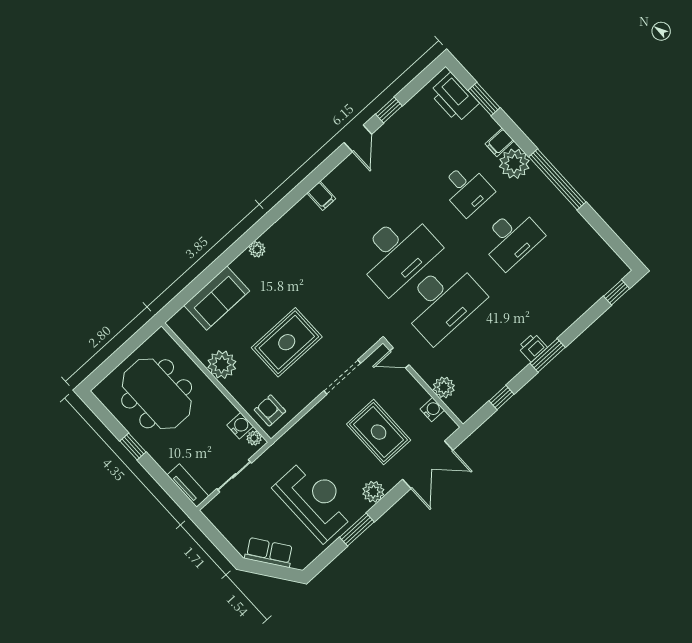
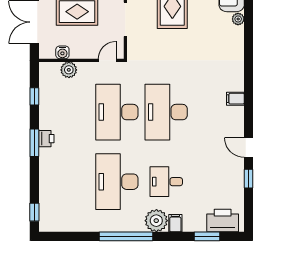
desk: (511, 238) -> (117, 182), width x1.36, depth x1.30
plant: (257, 249) -> (238, 19), moved

